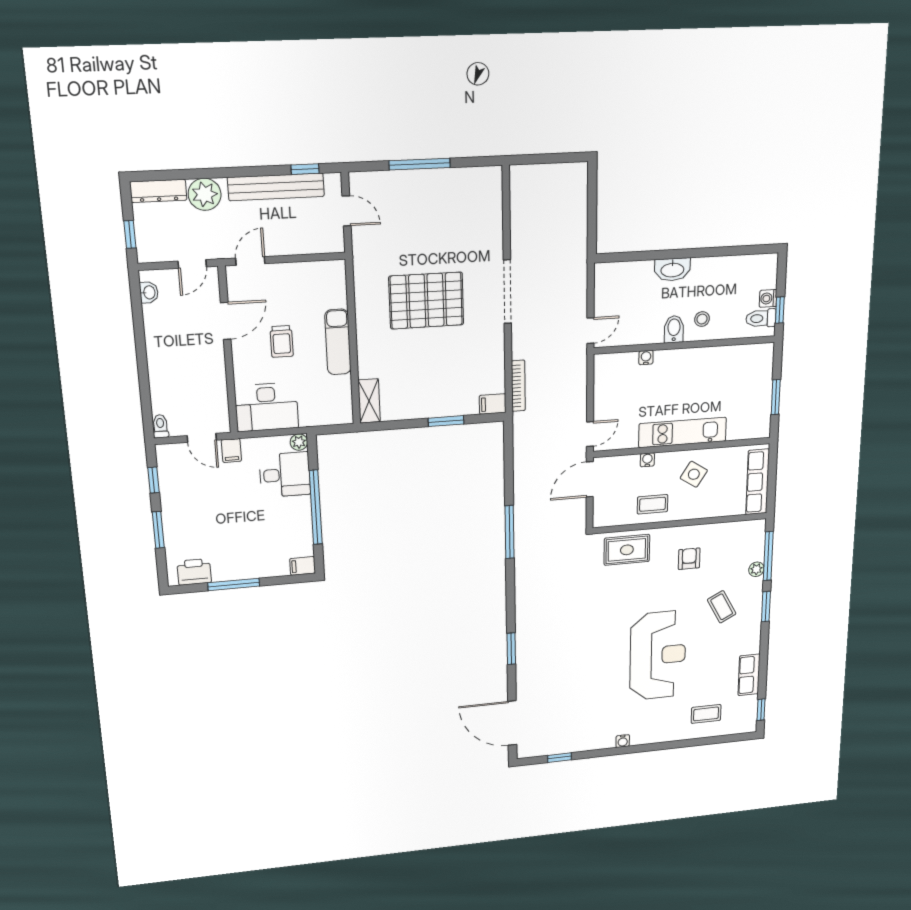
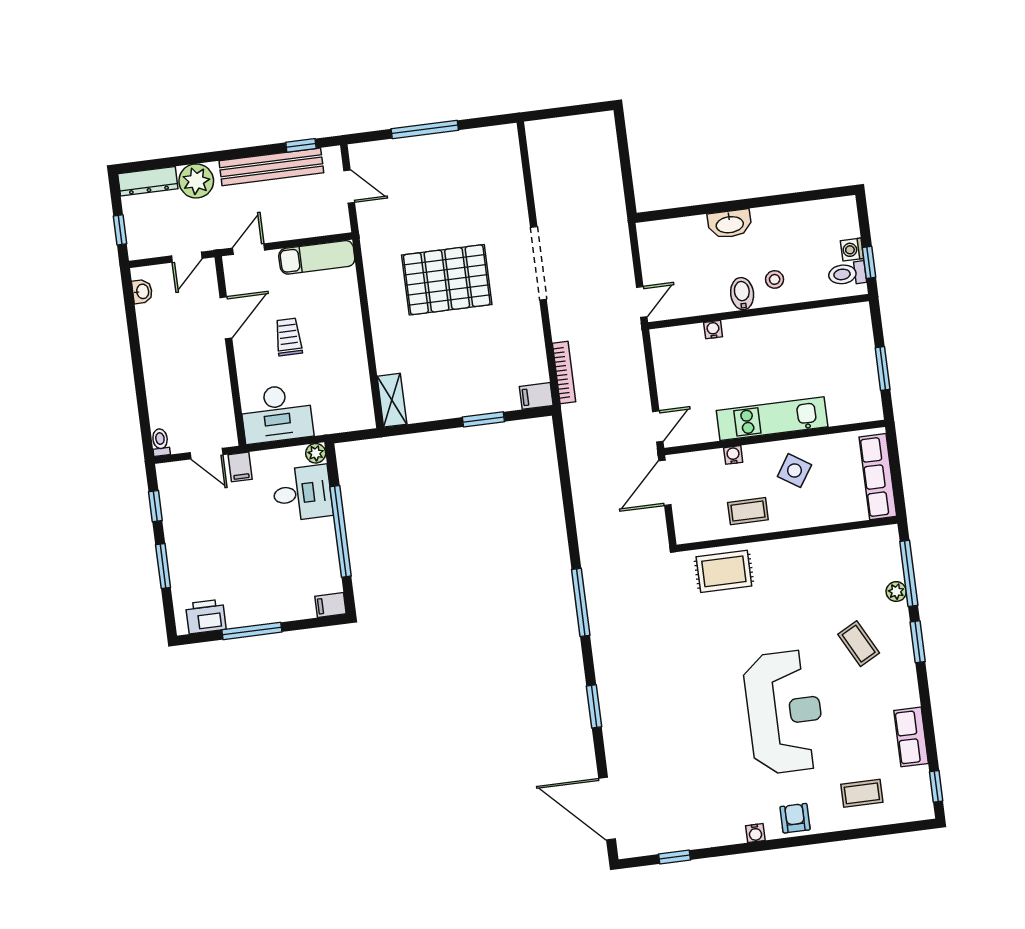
trolley: (282, 341) -> (288, 337), turned 180
exam couch: (338, 342) -> (317, 257), moved, turned -90
window: (510, 532) -> (581, 602), moved
armchair: (689, 559) -> (795, 818), moved

